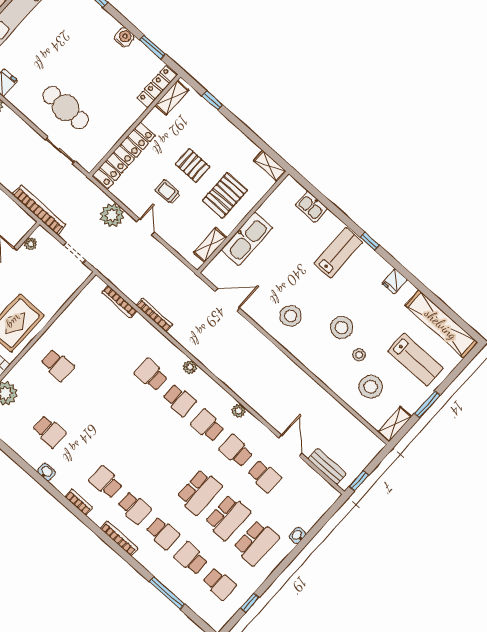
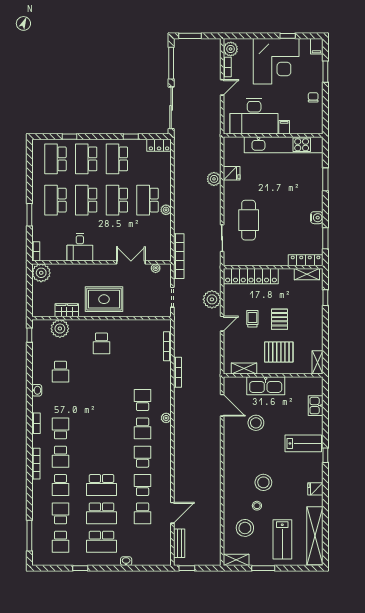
stool: (290, 316) -> (256, 423), moved
plant: (239, 411) -> (166, 467), removed
window: (167, 593) -> (29, 536), moved
window: (250, 603) -> (80, 568), moved

